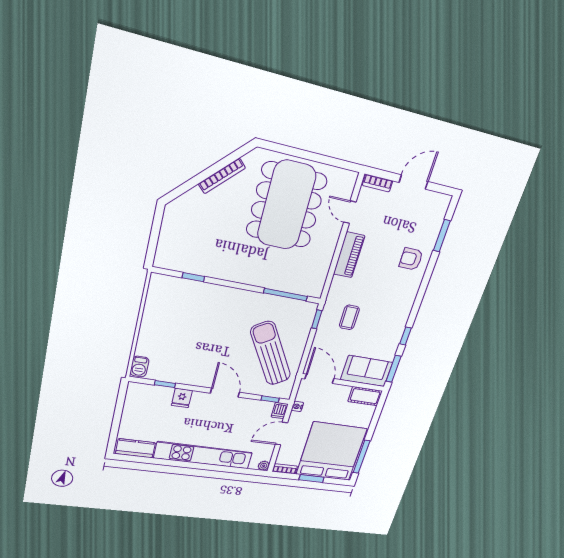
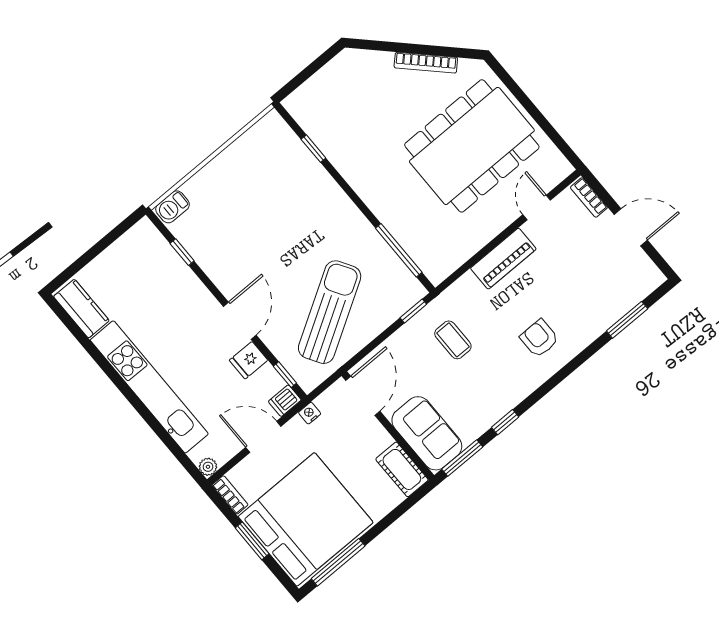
armchair: (411, 259) -> (539, 338), moved
coffee table: (349, 317) -> (453, 340), turned 90
fridge: (182, 398) -> (248, 360), moved

